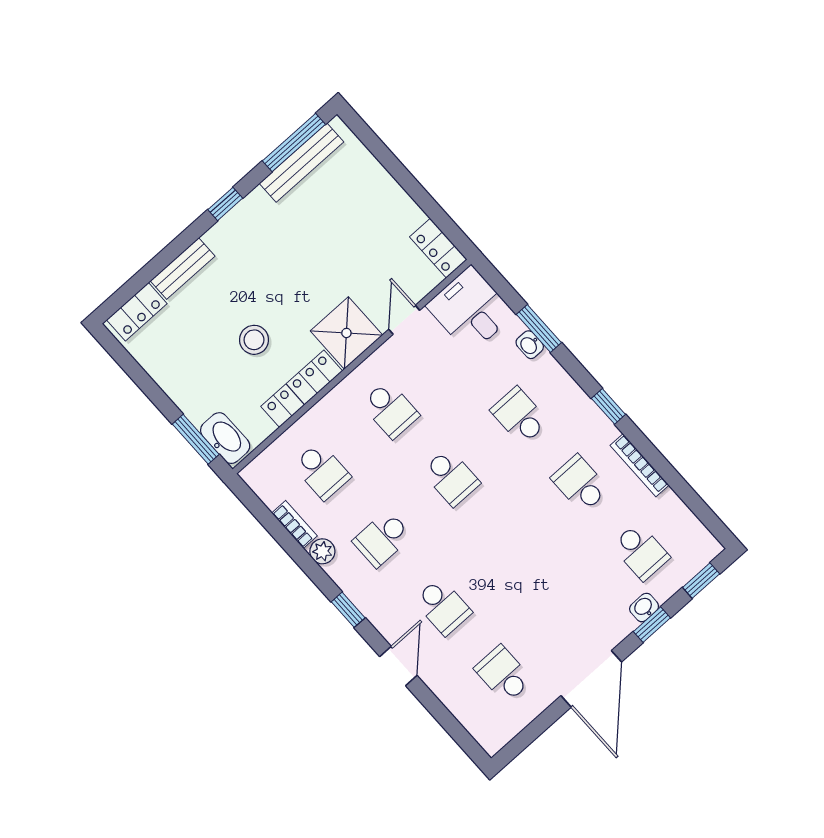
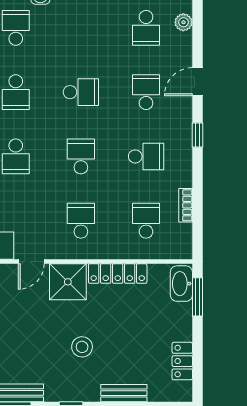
locker: (137, 312) -> (182, 361), moved, turned -90
stool: (254, 340) -> (82, 347), moved
school desk: (511, 545) -> (81, 92), added
plant: (322, 551) -> (183, 22), moved

